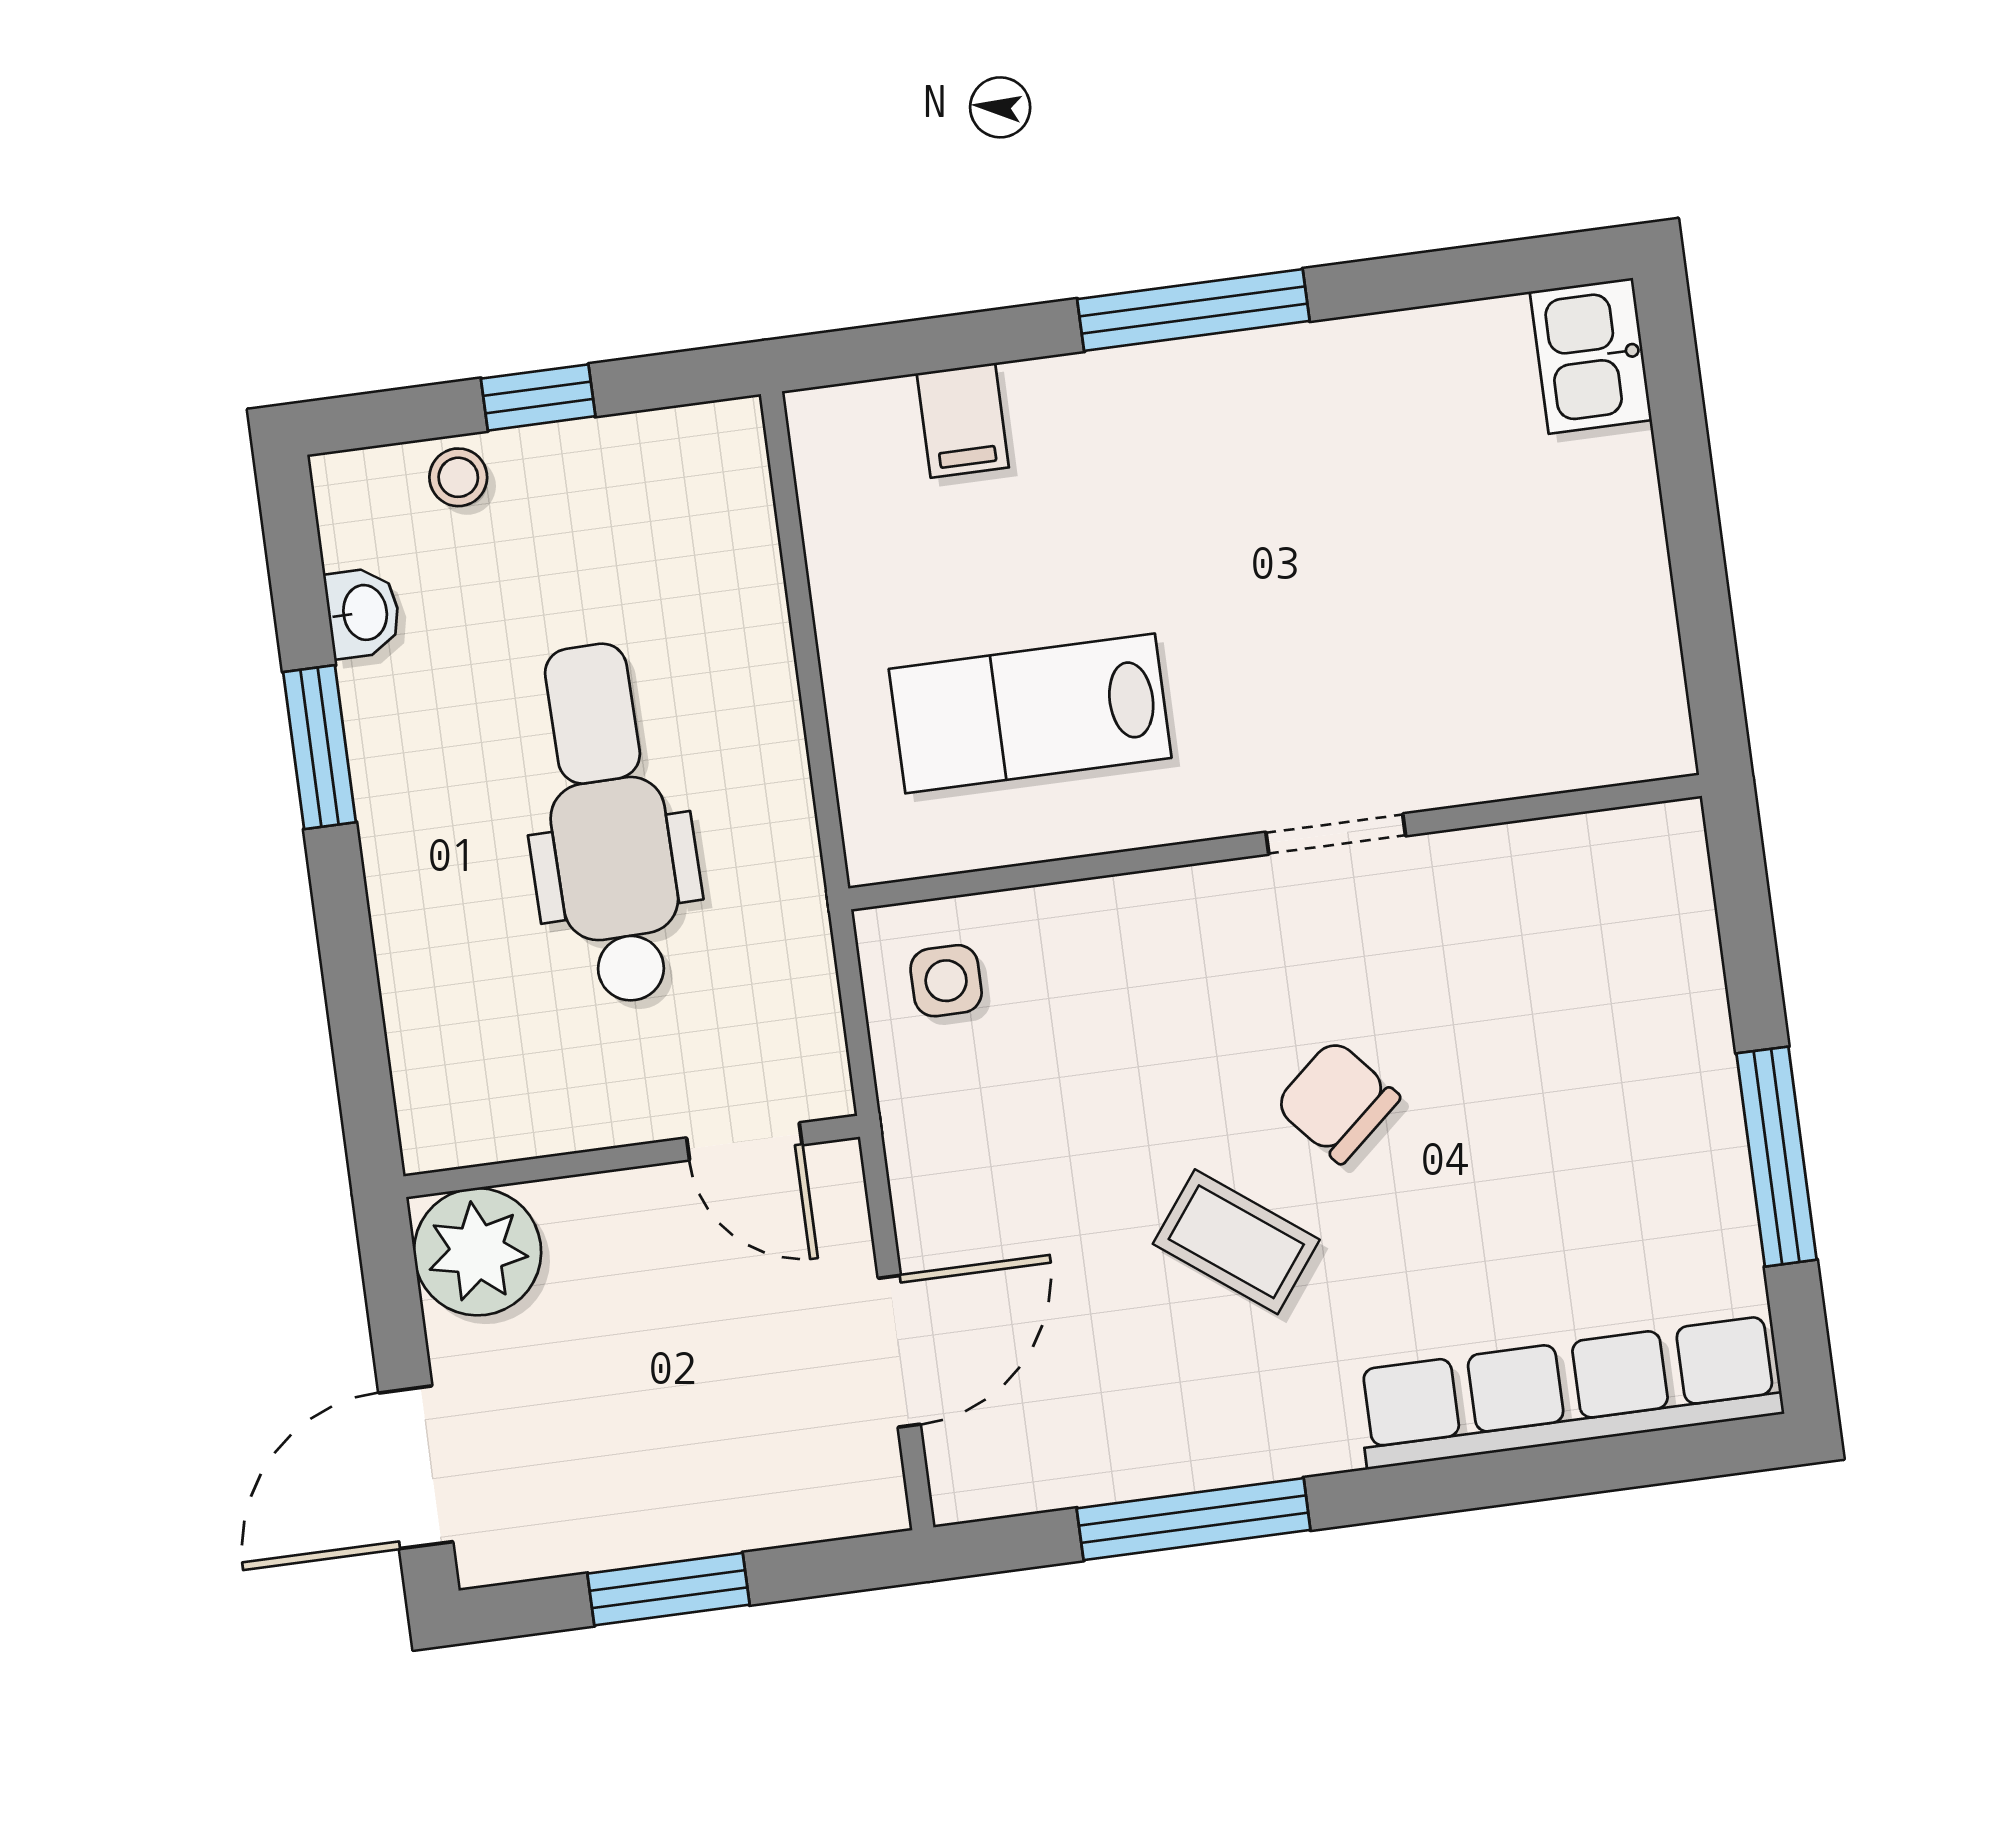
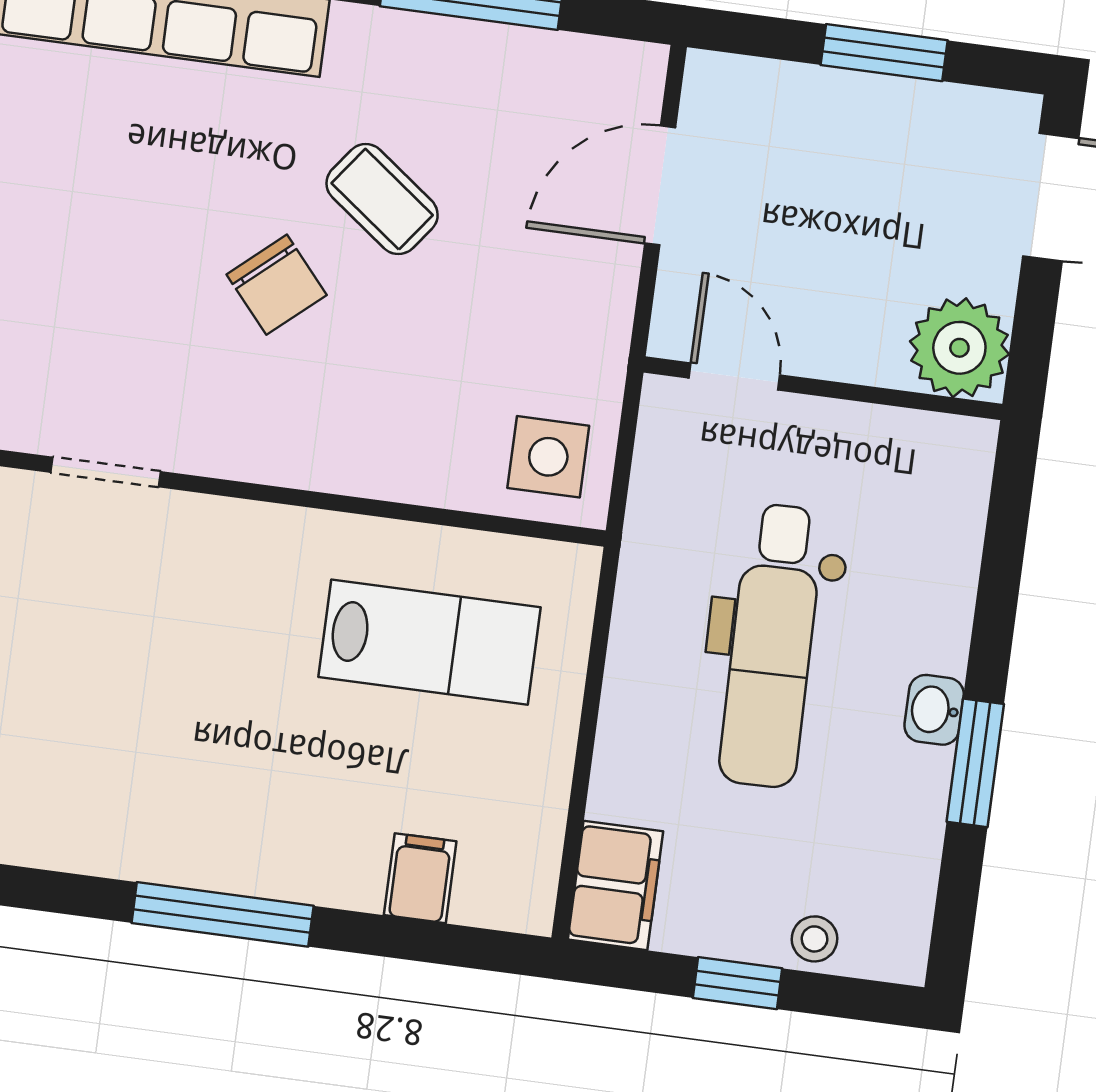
filing cabinet: (721, 477) -> (615, 885), added
washbasin: (363, 613) -> (934, 710), moved
doorway: (1336, 834) -> (106, 472), moved
side table: (946, 981) -> (548, 457), width x1.37, depth x1.37

